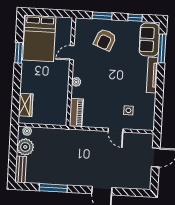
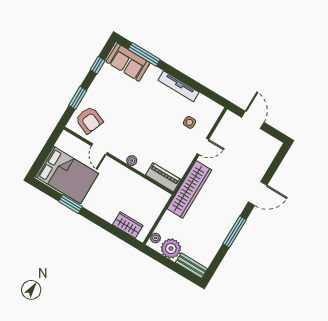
armchair: (105, 40) -> (89, 120), moved
tv unit: (152, 75) -> (178, 86), moved
wardrobe: (78, 137) -> (189, 189), added
window: (53, 188) -> (234, 232), moved

